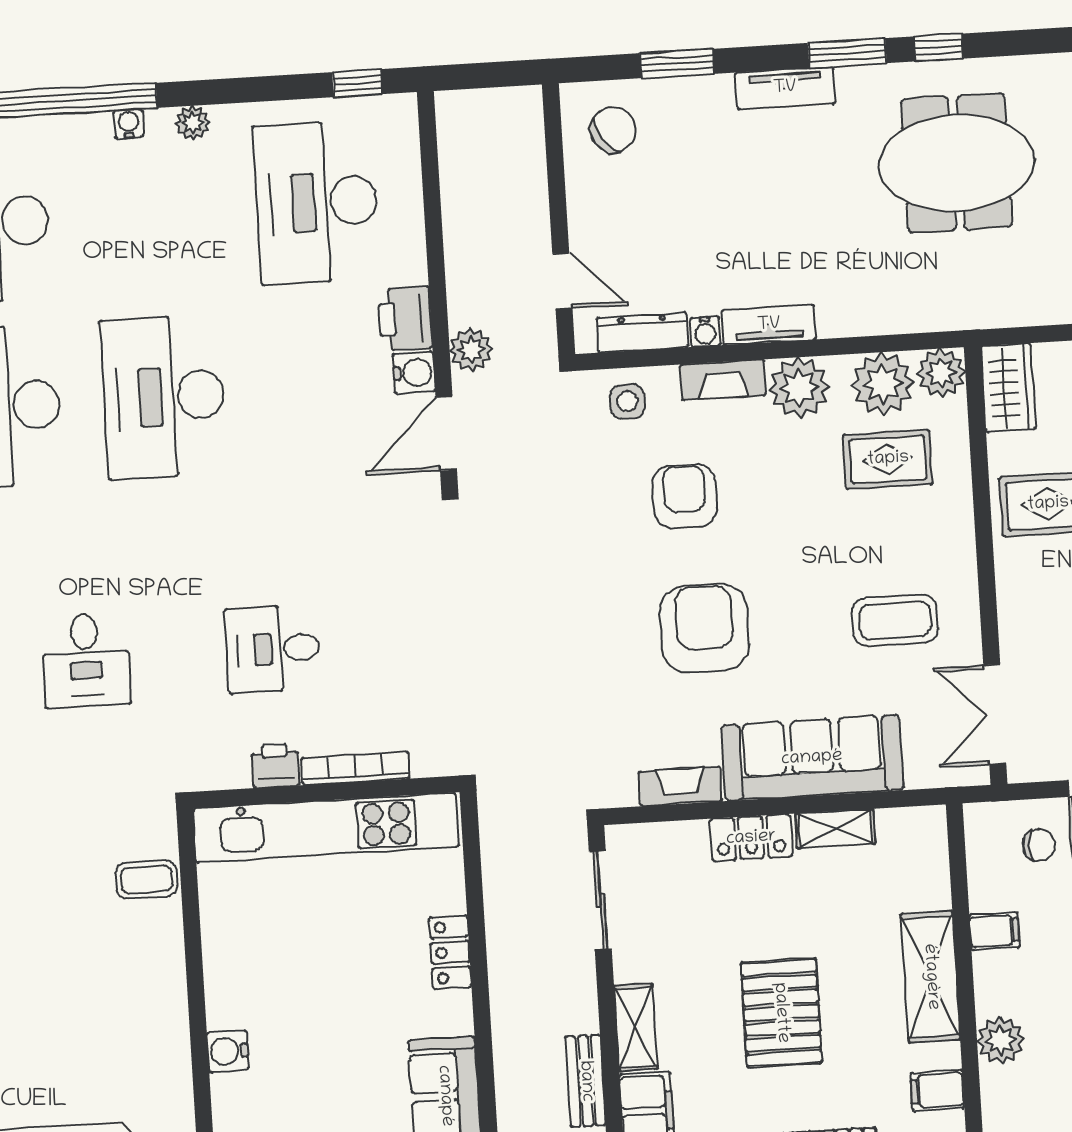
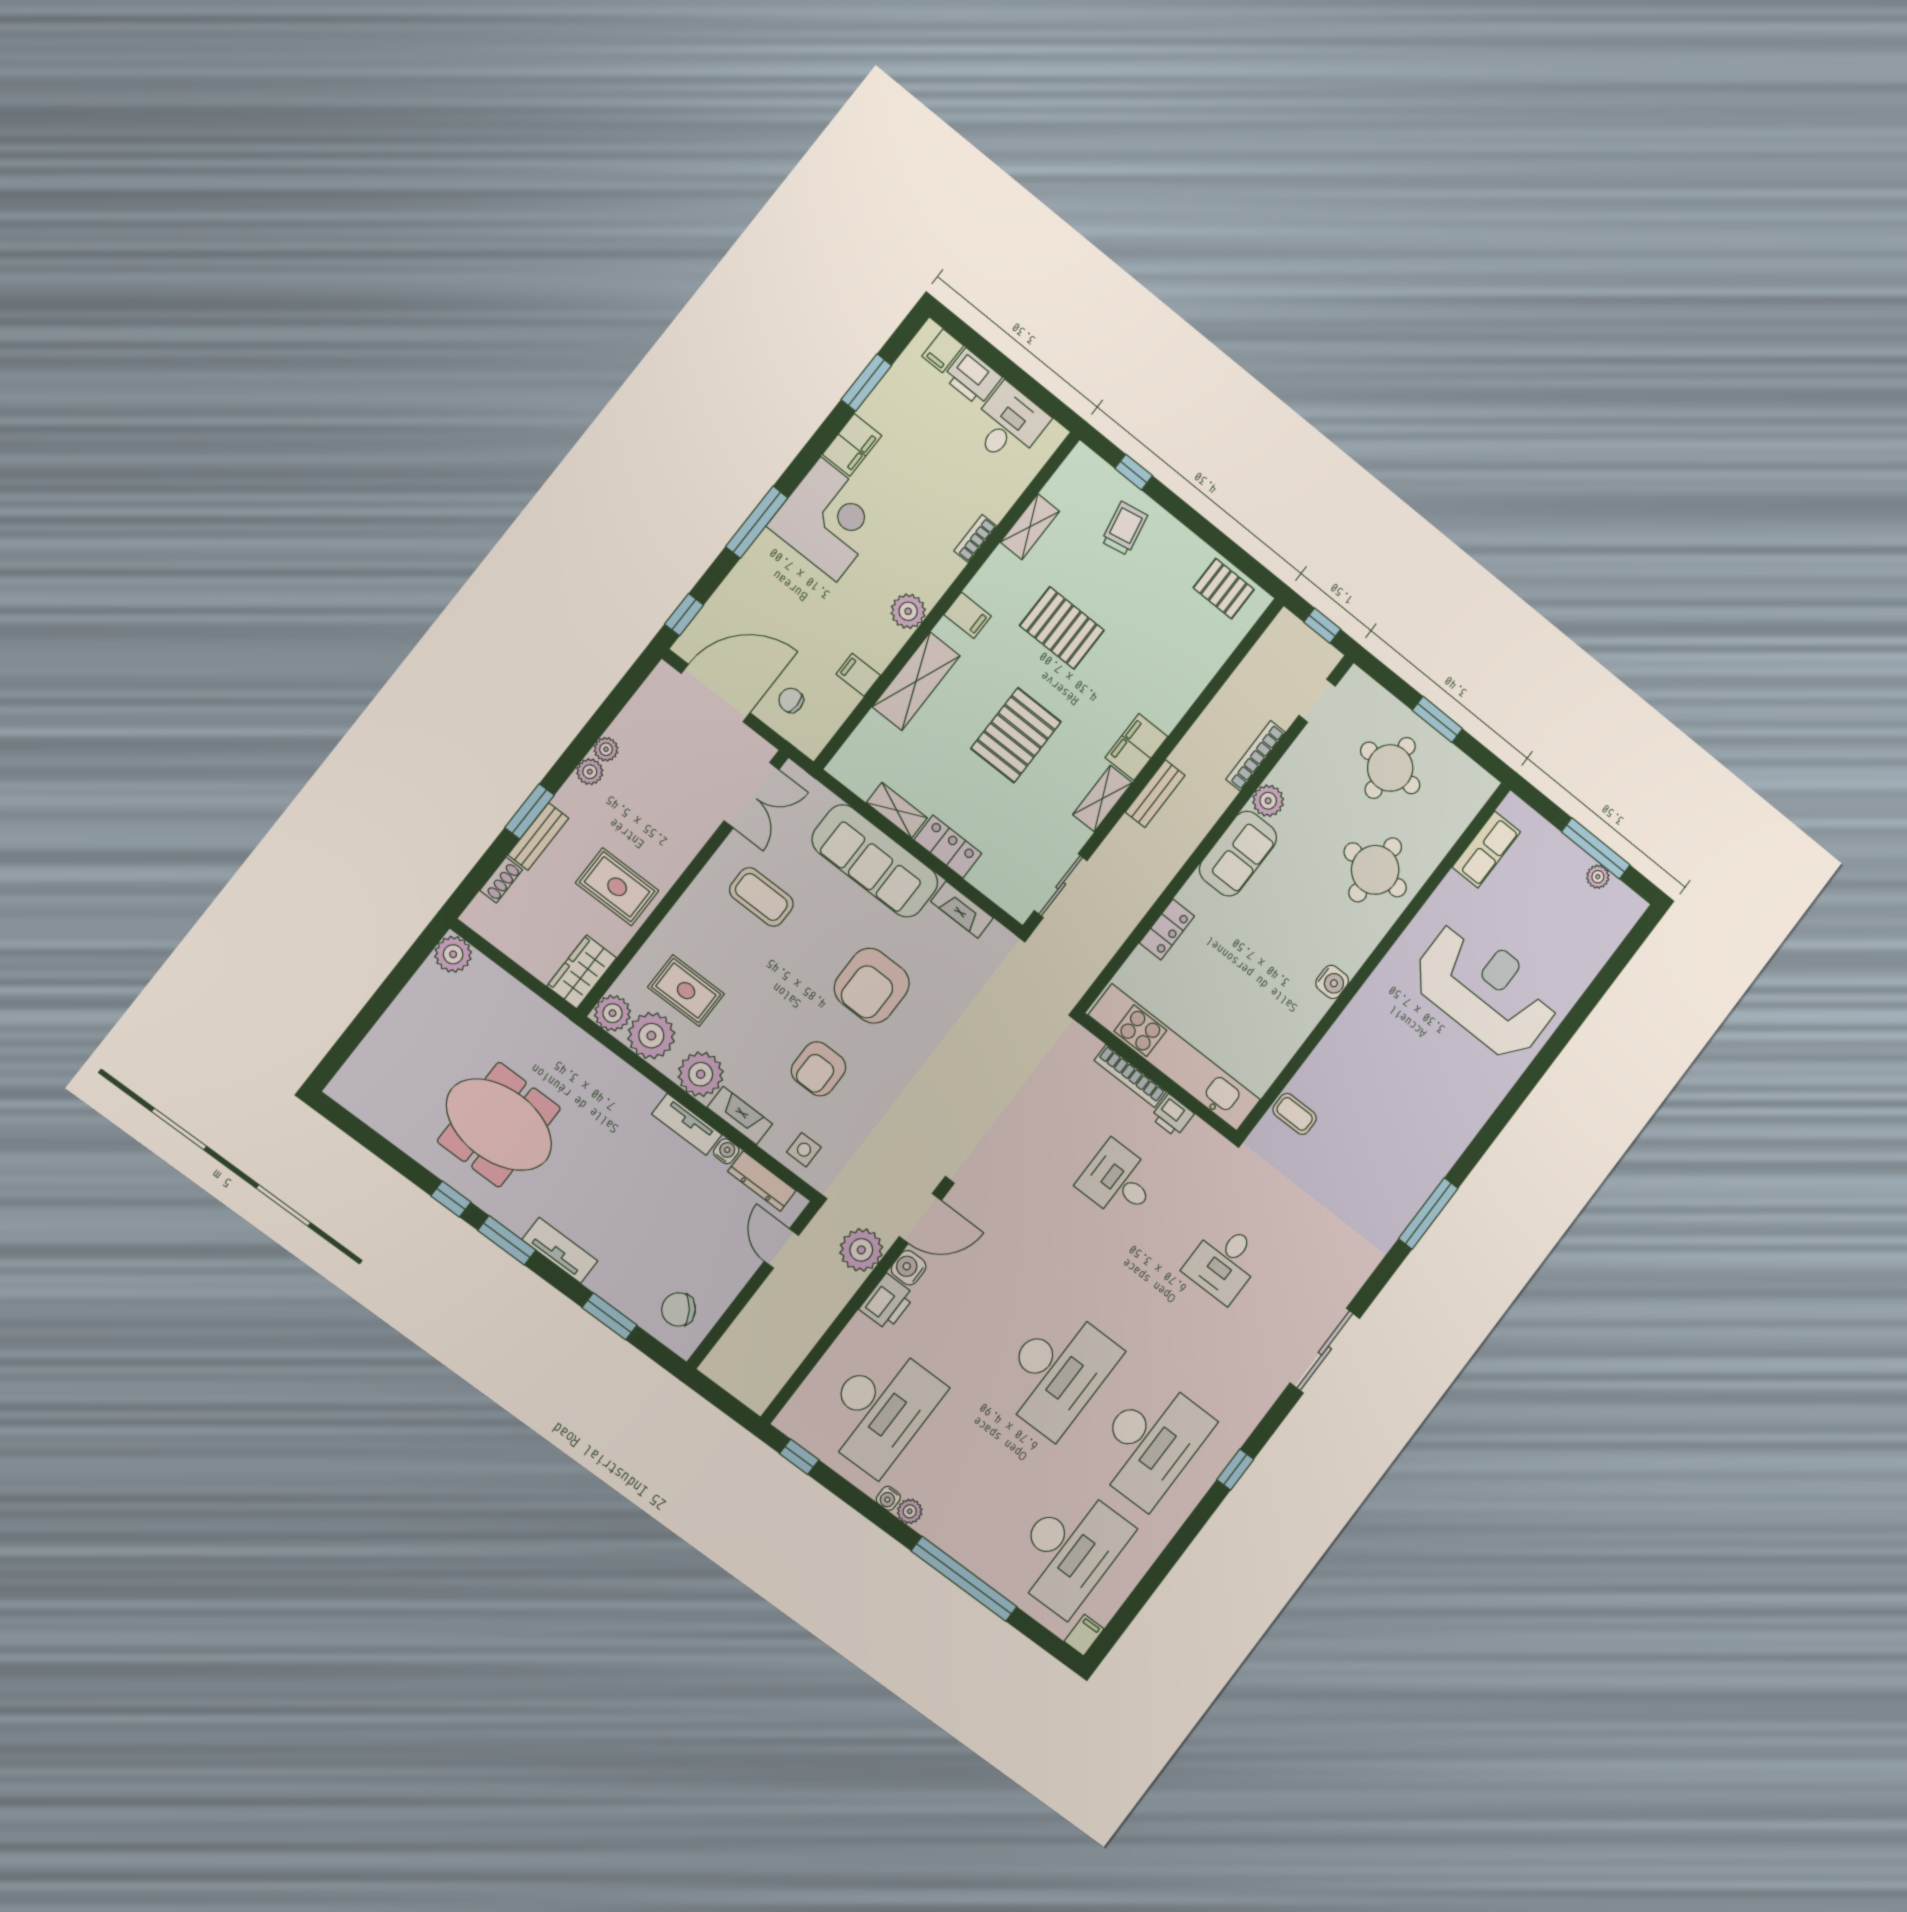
water cooler: (128, 124) -> (888, 1498), moved
plant: (471, 350) -> (861, 1250), width x1.36, depth x1.36
desk: (273, 649) -> (1118, 1181), turned 180
desk: (86, 660) -> (1224, 1263), turned 180

